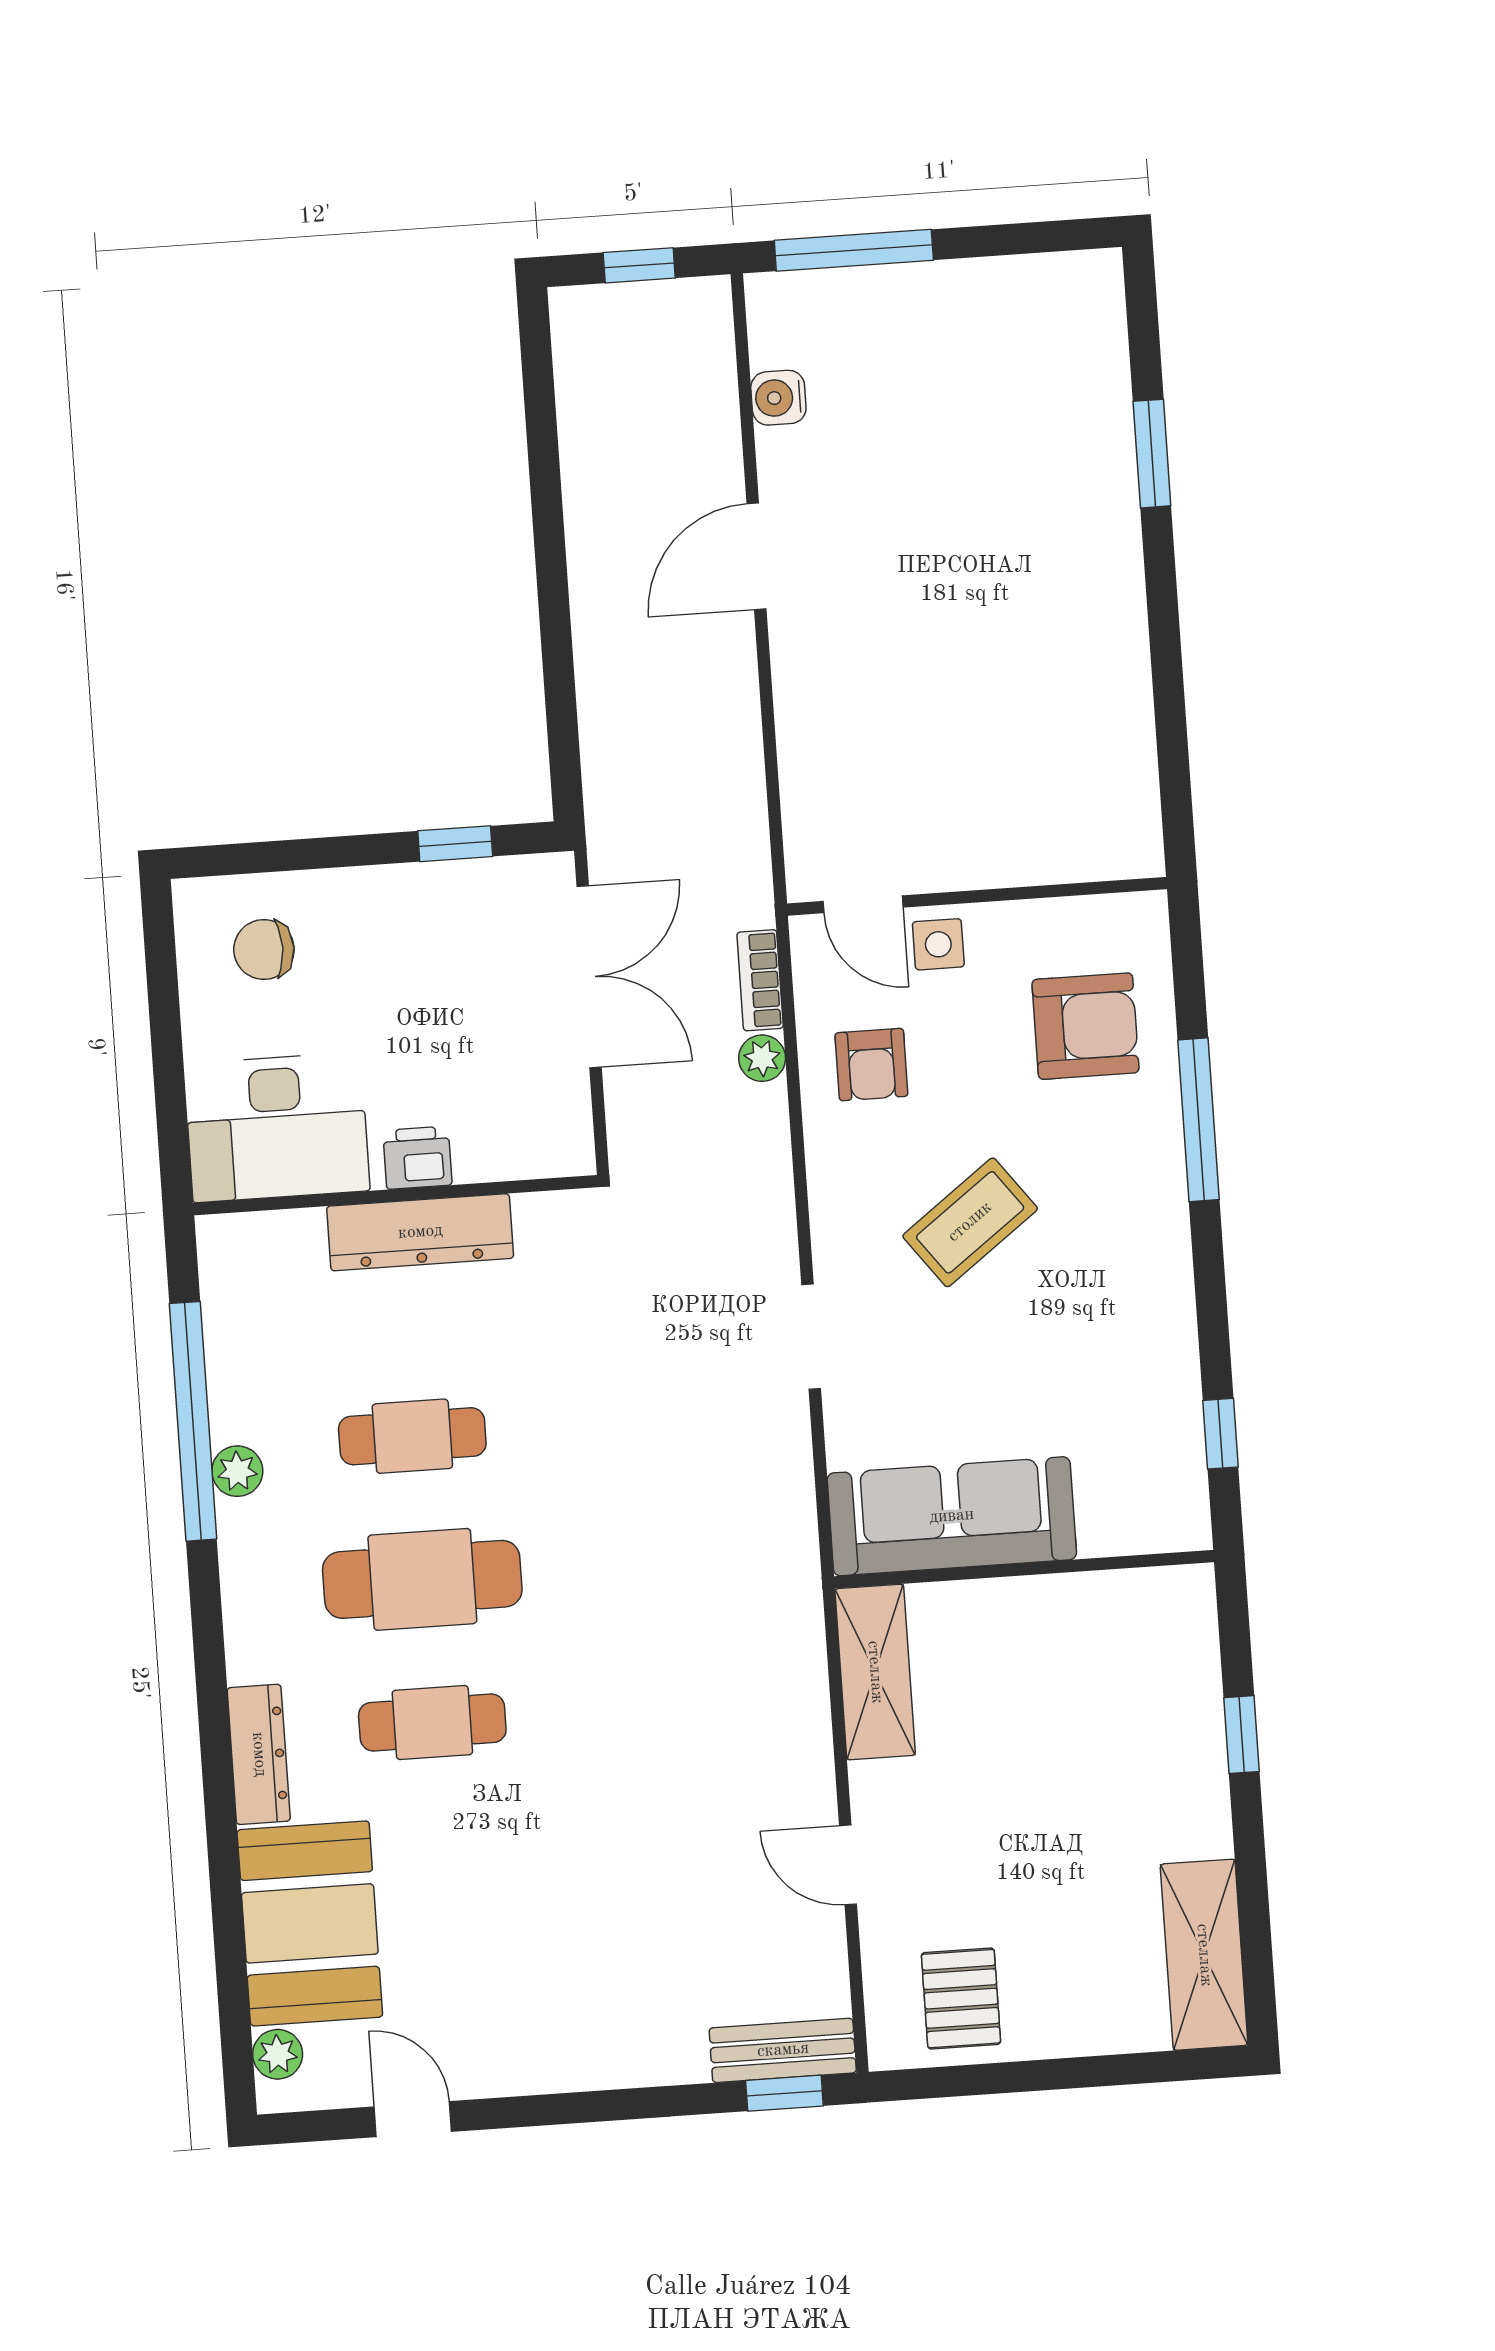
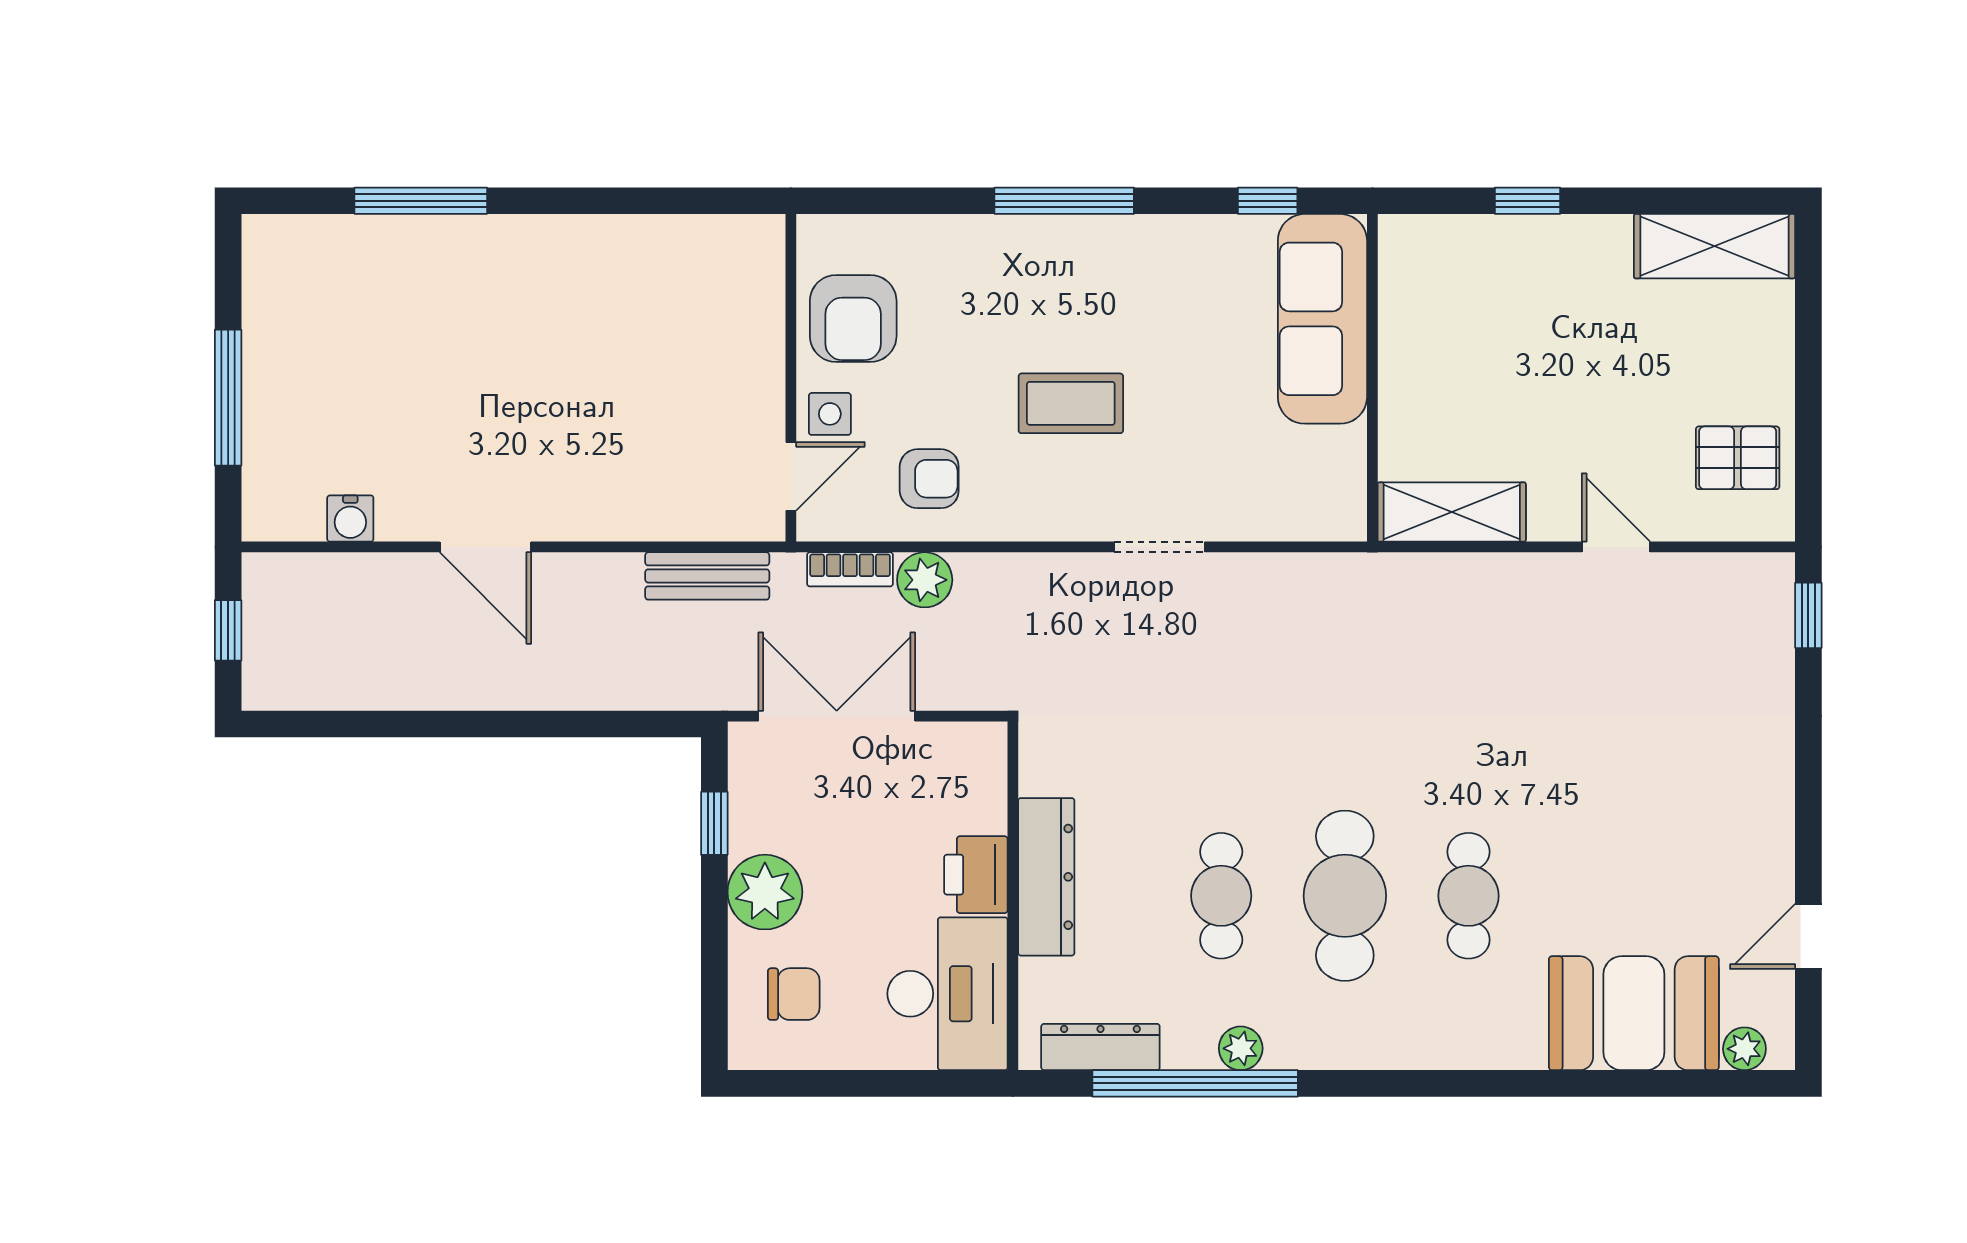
window: (854, 250) -> (228, 398), moved
window: (1152, 454) -> (421, 201), width x1.44
plant: (380, 908) -> (765, 892), added
chair: (264, 949) -> (794, 994), turned -90
armchair: (1086, 1026) -> (853, 318), moved, turned 180
plant: (762, 1058) -> (925, 580), width x1.38, depth x1.38
window: (1199, 1120) -> (1064, 201), moved
printer: (417, 1158) -> (976, 875), width x1.36, depth x1.24
coffee table: (970, 1222) -> (1071, 403), turned -53
sofa: (952, 1516) -> (1322, 319), moved
dresser: (259, 1754) -> (1100, 1047), moved
door: (848, 1865) -> (1616, 547), swing flipped
bench: (783, 2050) -> (707, 576), moved, turned 90

